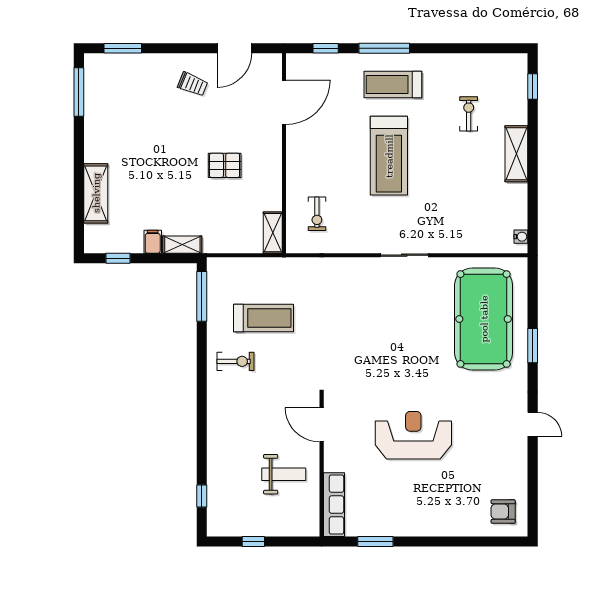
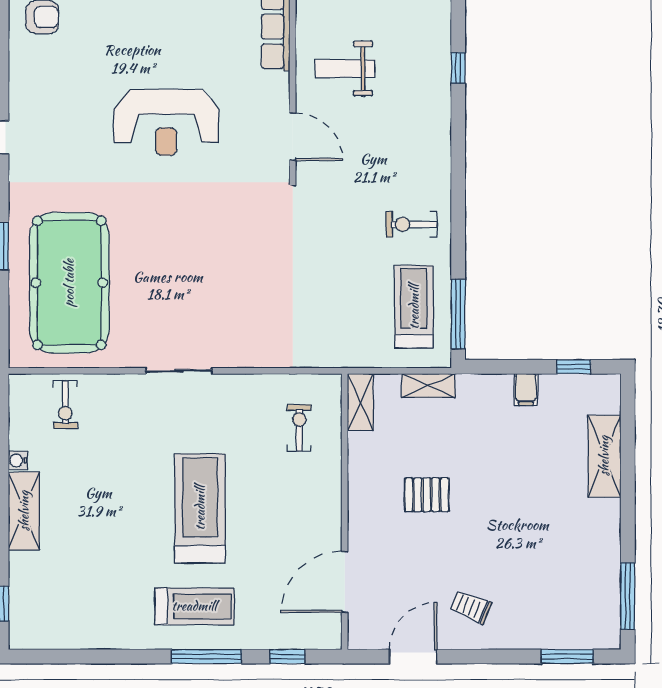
exercise bike: (469, 114) -> (65, 405), moved
water cooler: (521, 237) -> (18, 460), moved
shelving: (182, 245) -> (428, 386), moved
treadmill: (263, 318) -> (414, 307), moved, turned 90
window: (202, 496) -> (458, 68), moved

